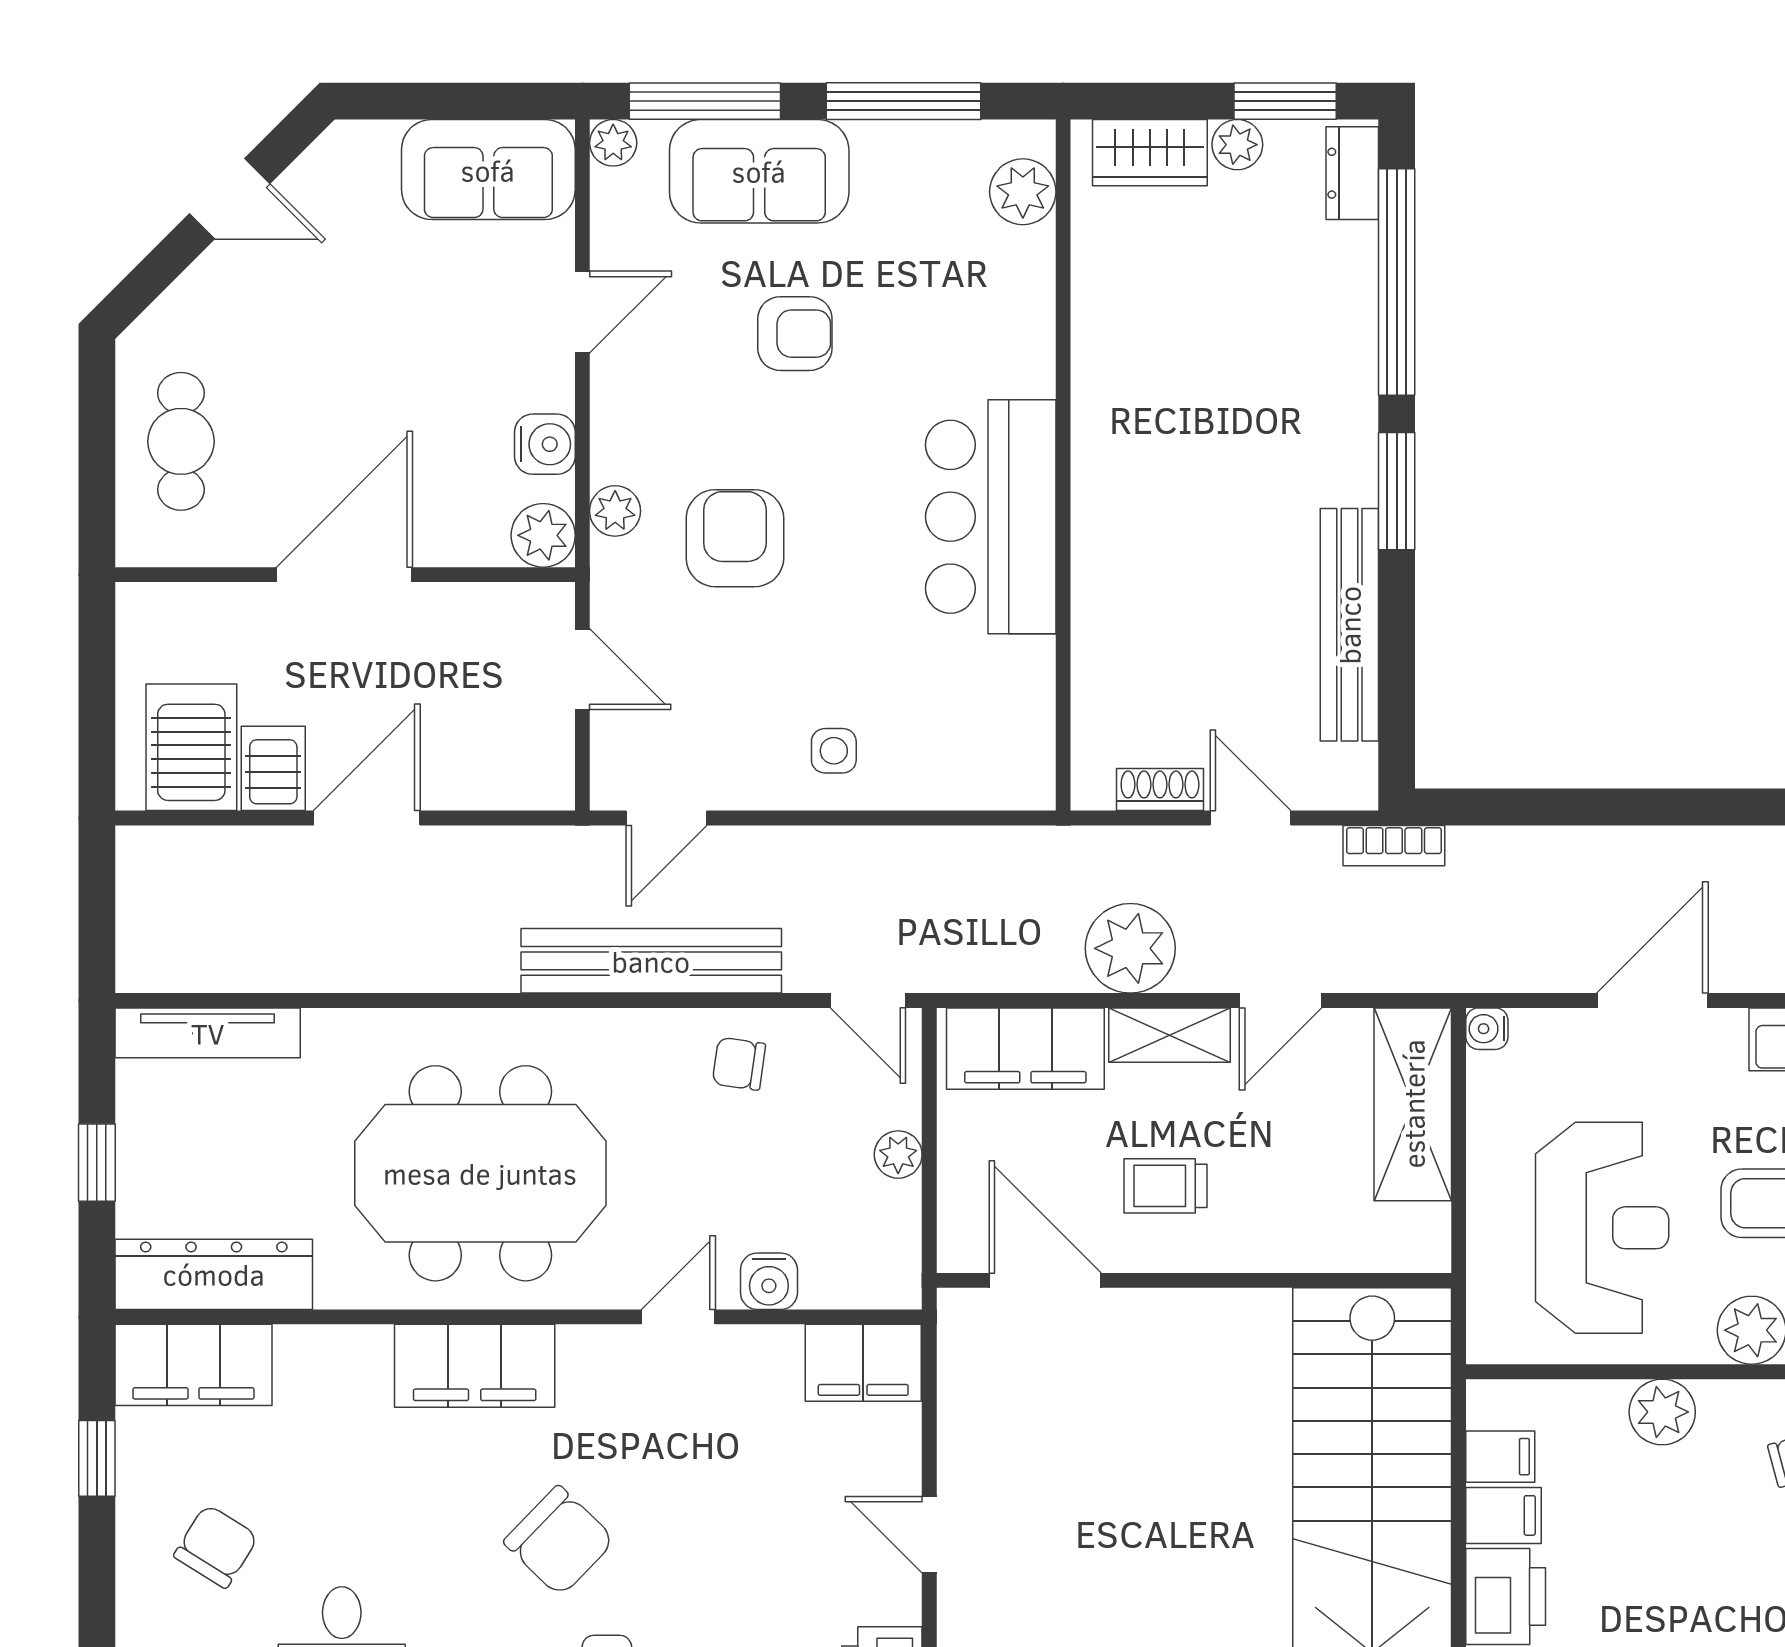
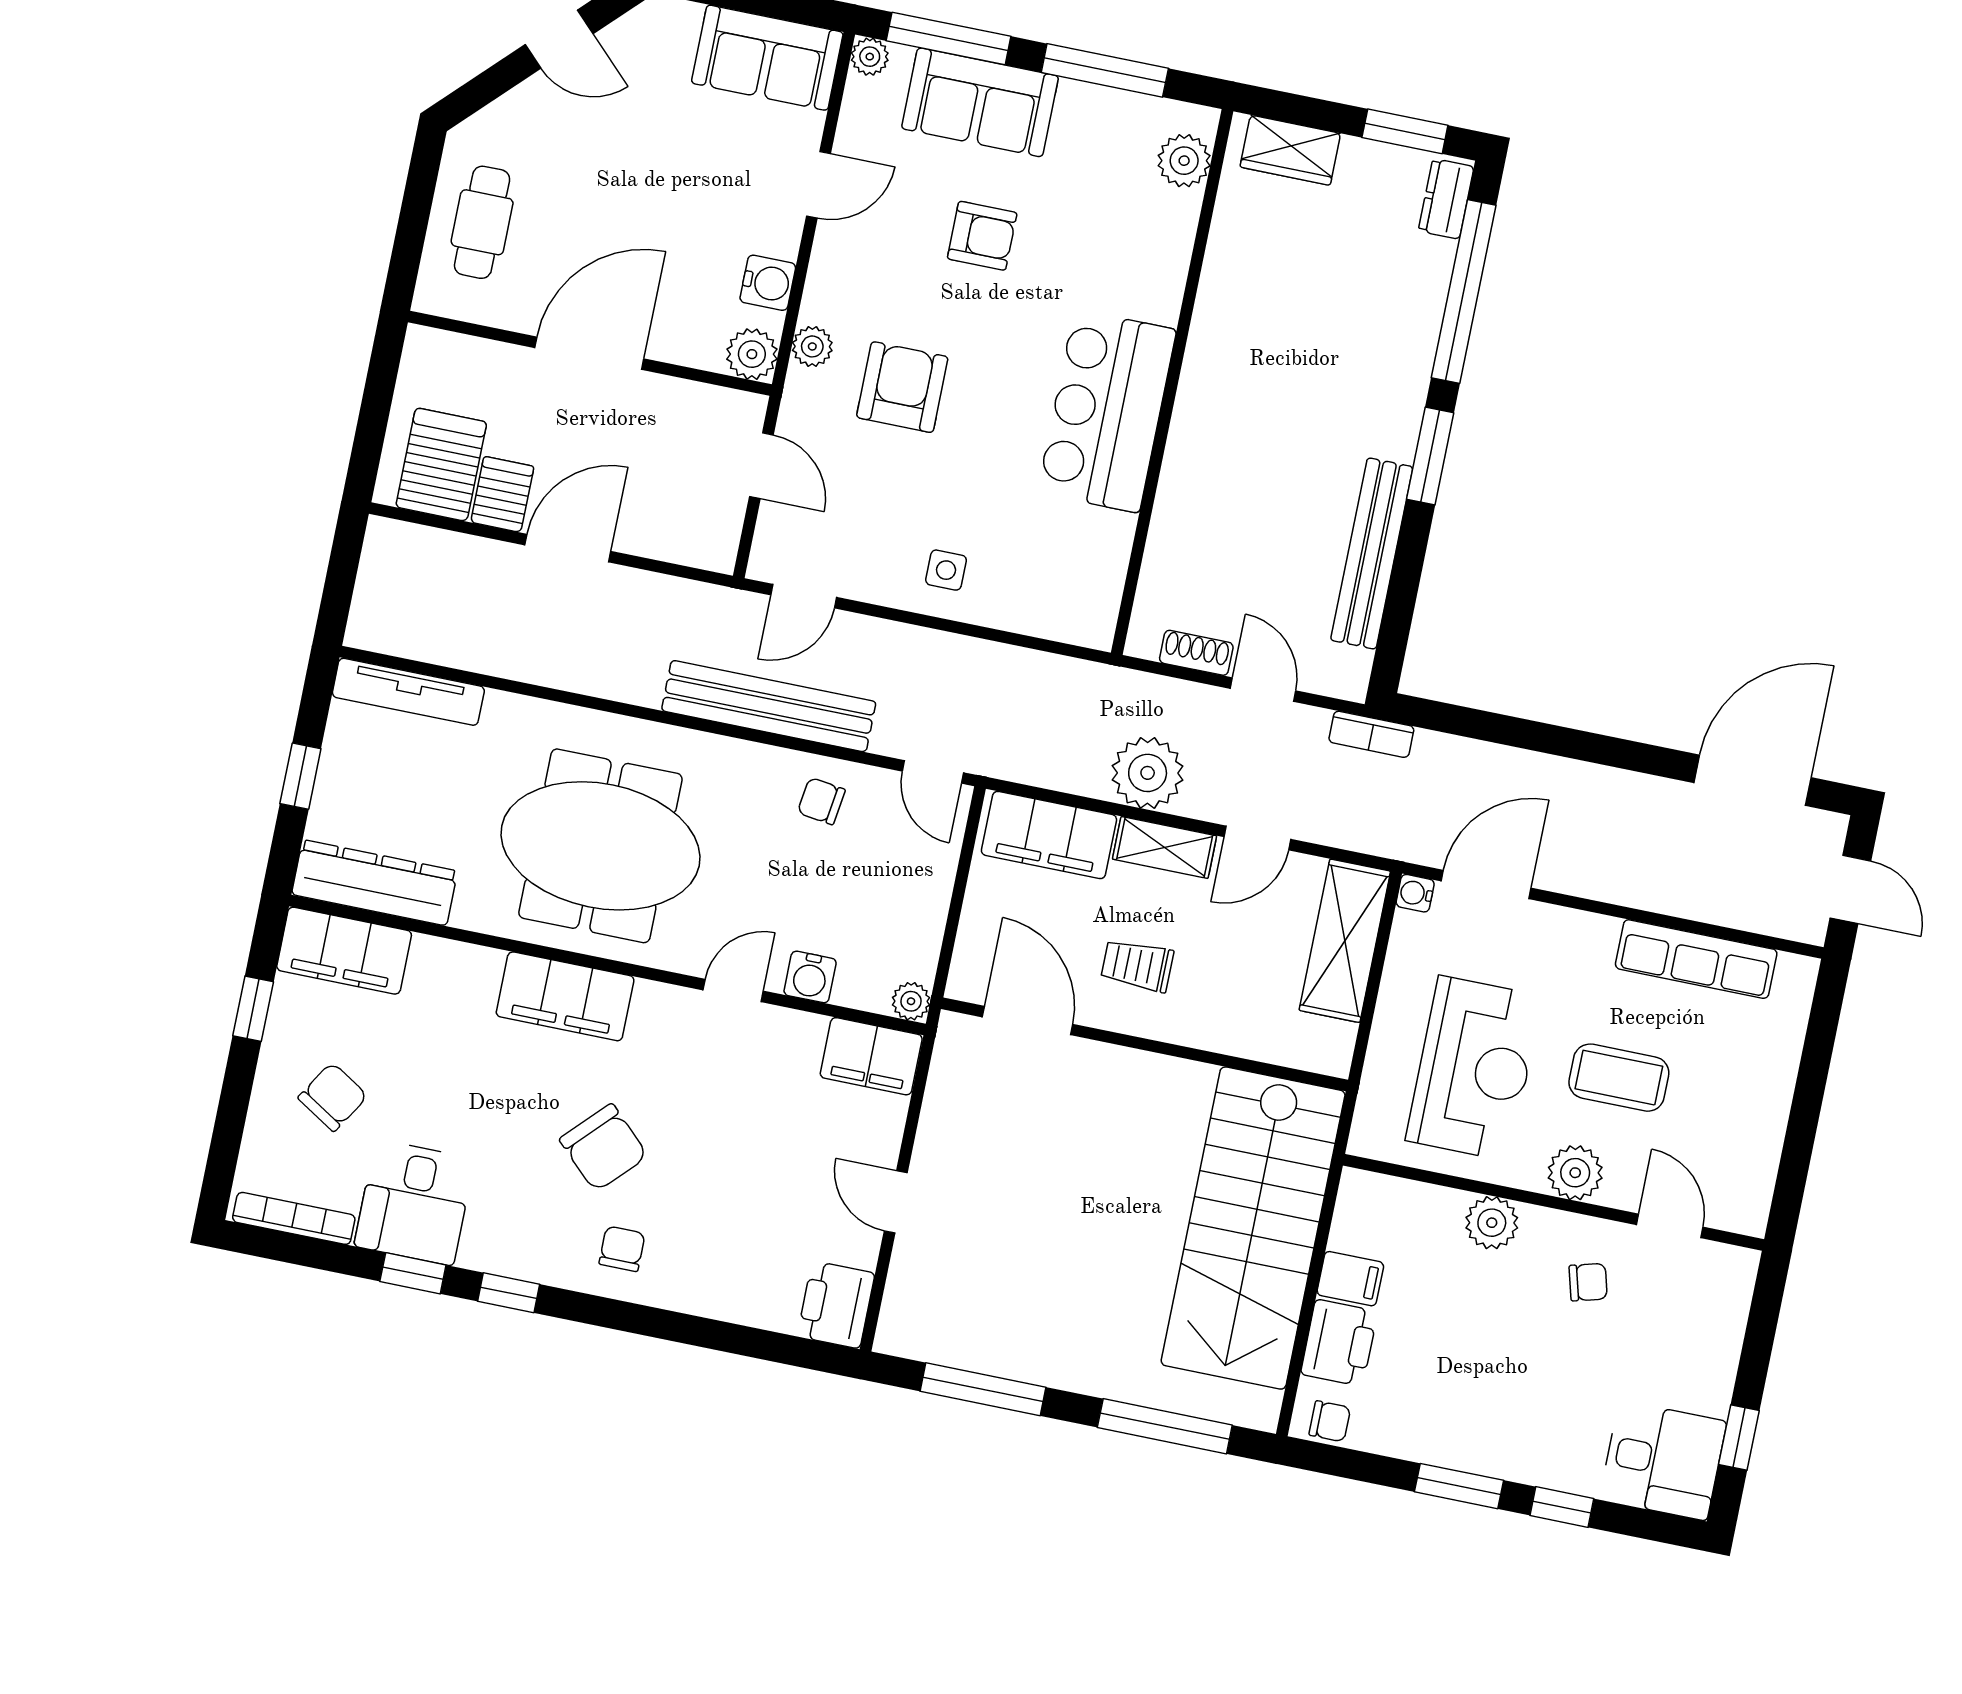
plant: (1237, 145) -> (1360, 158), removed
door: (1652, 1001) -> (1486, 885), moved
plant: (898, 1155) -> (911, 1001), moved
filing cabinet: (1500, 1457) -> (1357, 1232), removed

